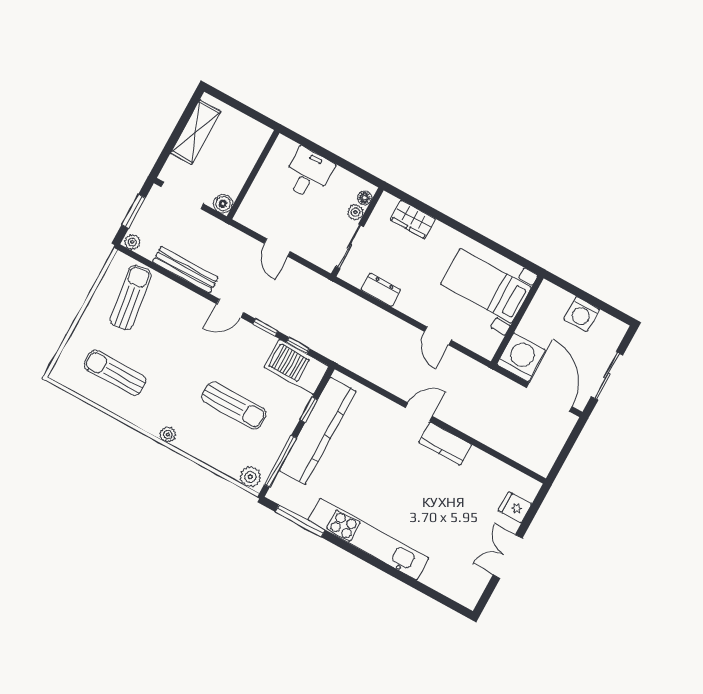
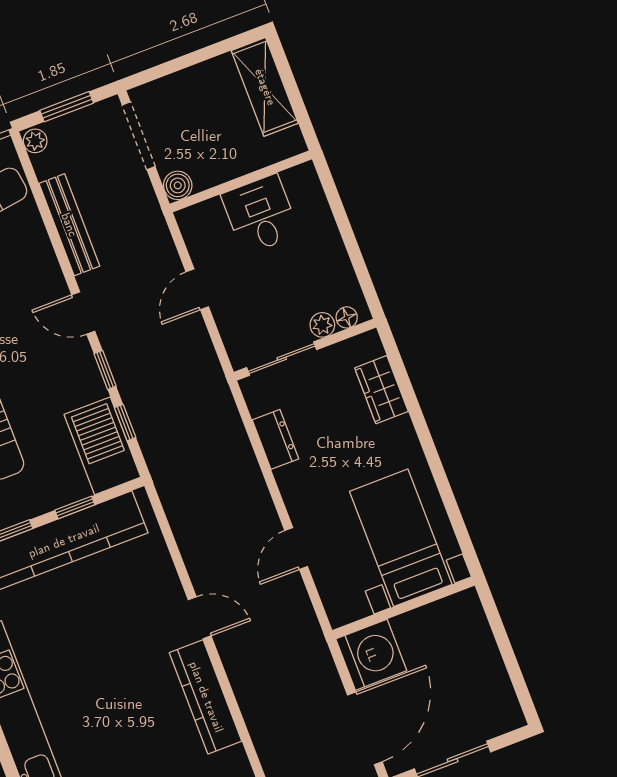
shelving: (196, 132) -> (265, 87), moved, turned 90
desk: (308, 174) -> (260, 214), moved, turned -90
washing machine: (582, 314) -> (484, 664), removed
kitchen counter: (445, 444) -> (206, 697), width x1.50

